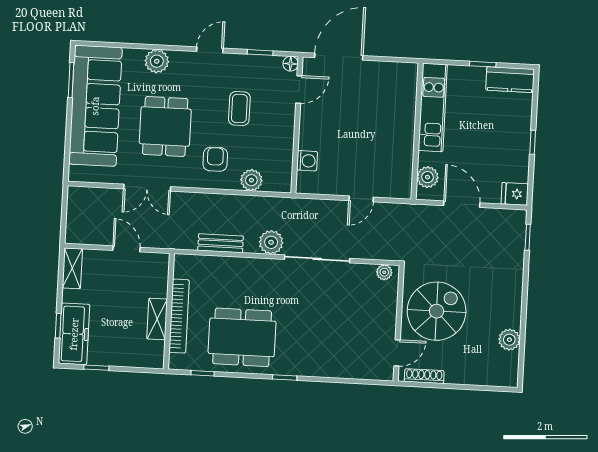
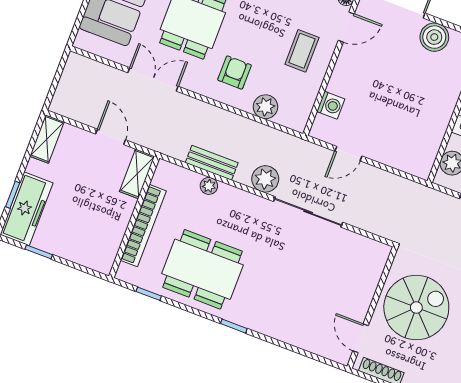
boiler: (377, 74) -> (434, 37), added
coffee table: (239, 108) -> (302, 51), moved
double door: (147, 188) -> (153, 79), swing flipped
door: (361, 199) -> (348, 154), moved
plant: (384, 272) -> (209, 186), moved
shelving: (157, 319) -> (137, 174), moved
door: (397, 353) -> (361, 338), swing flipped

